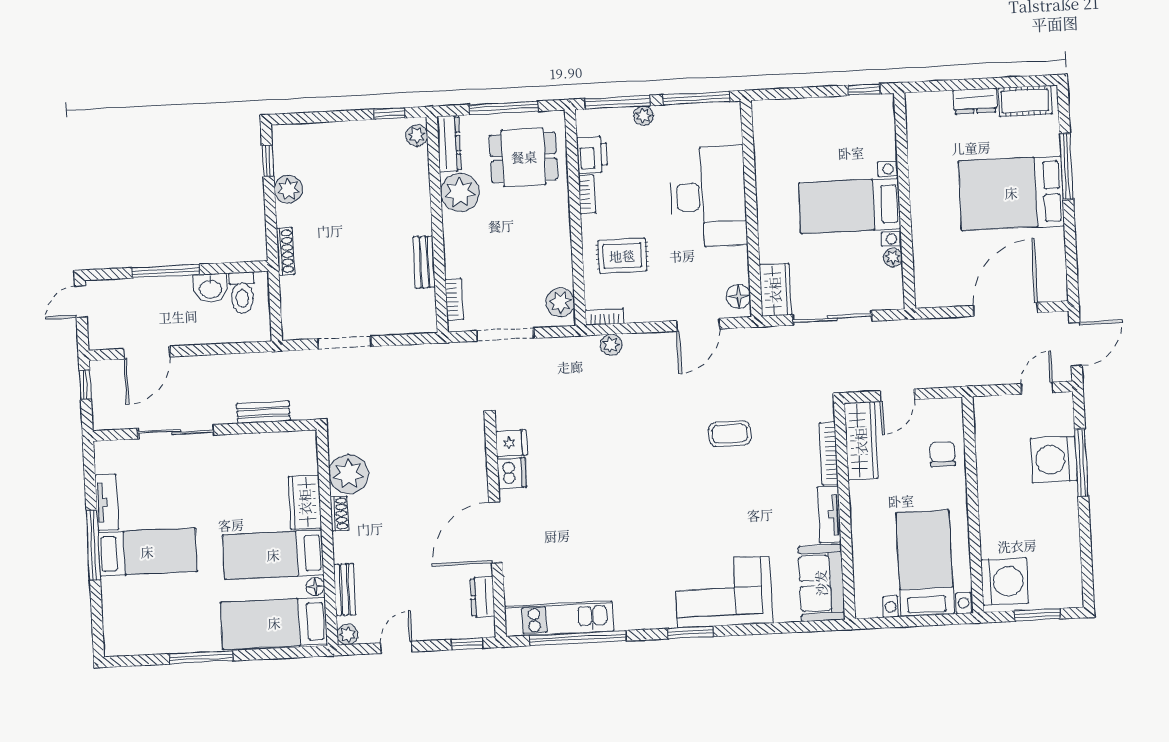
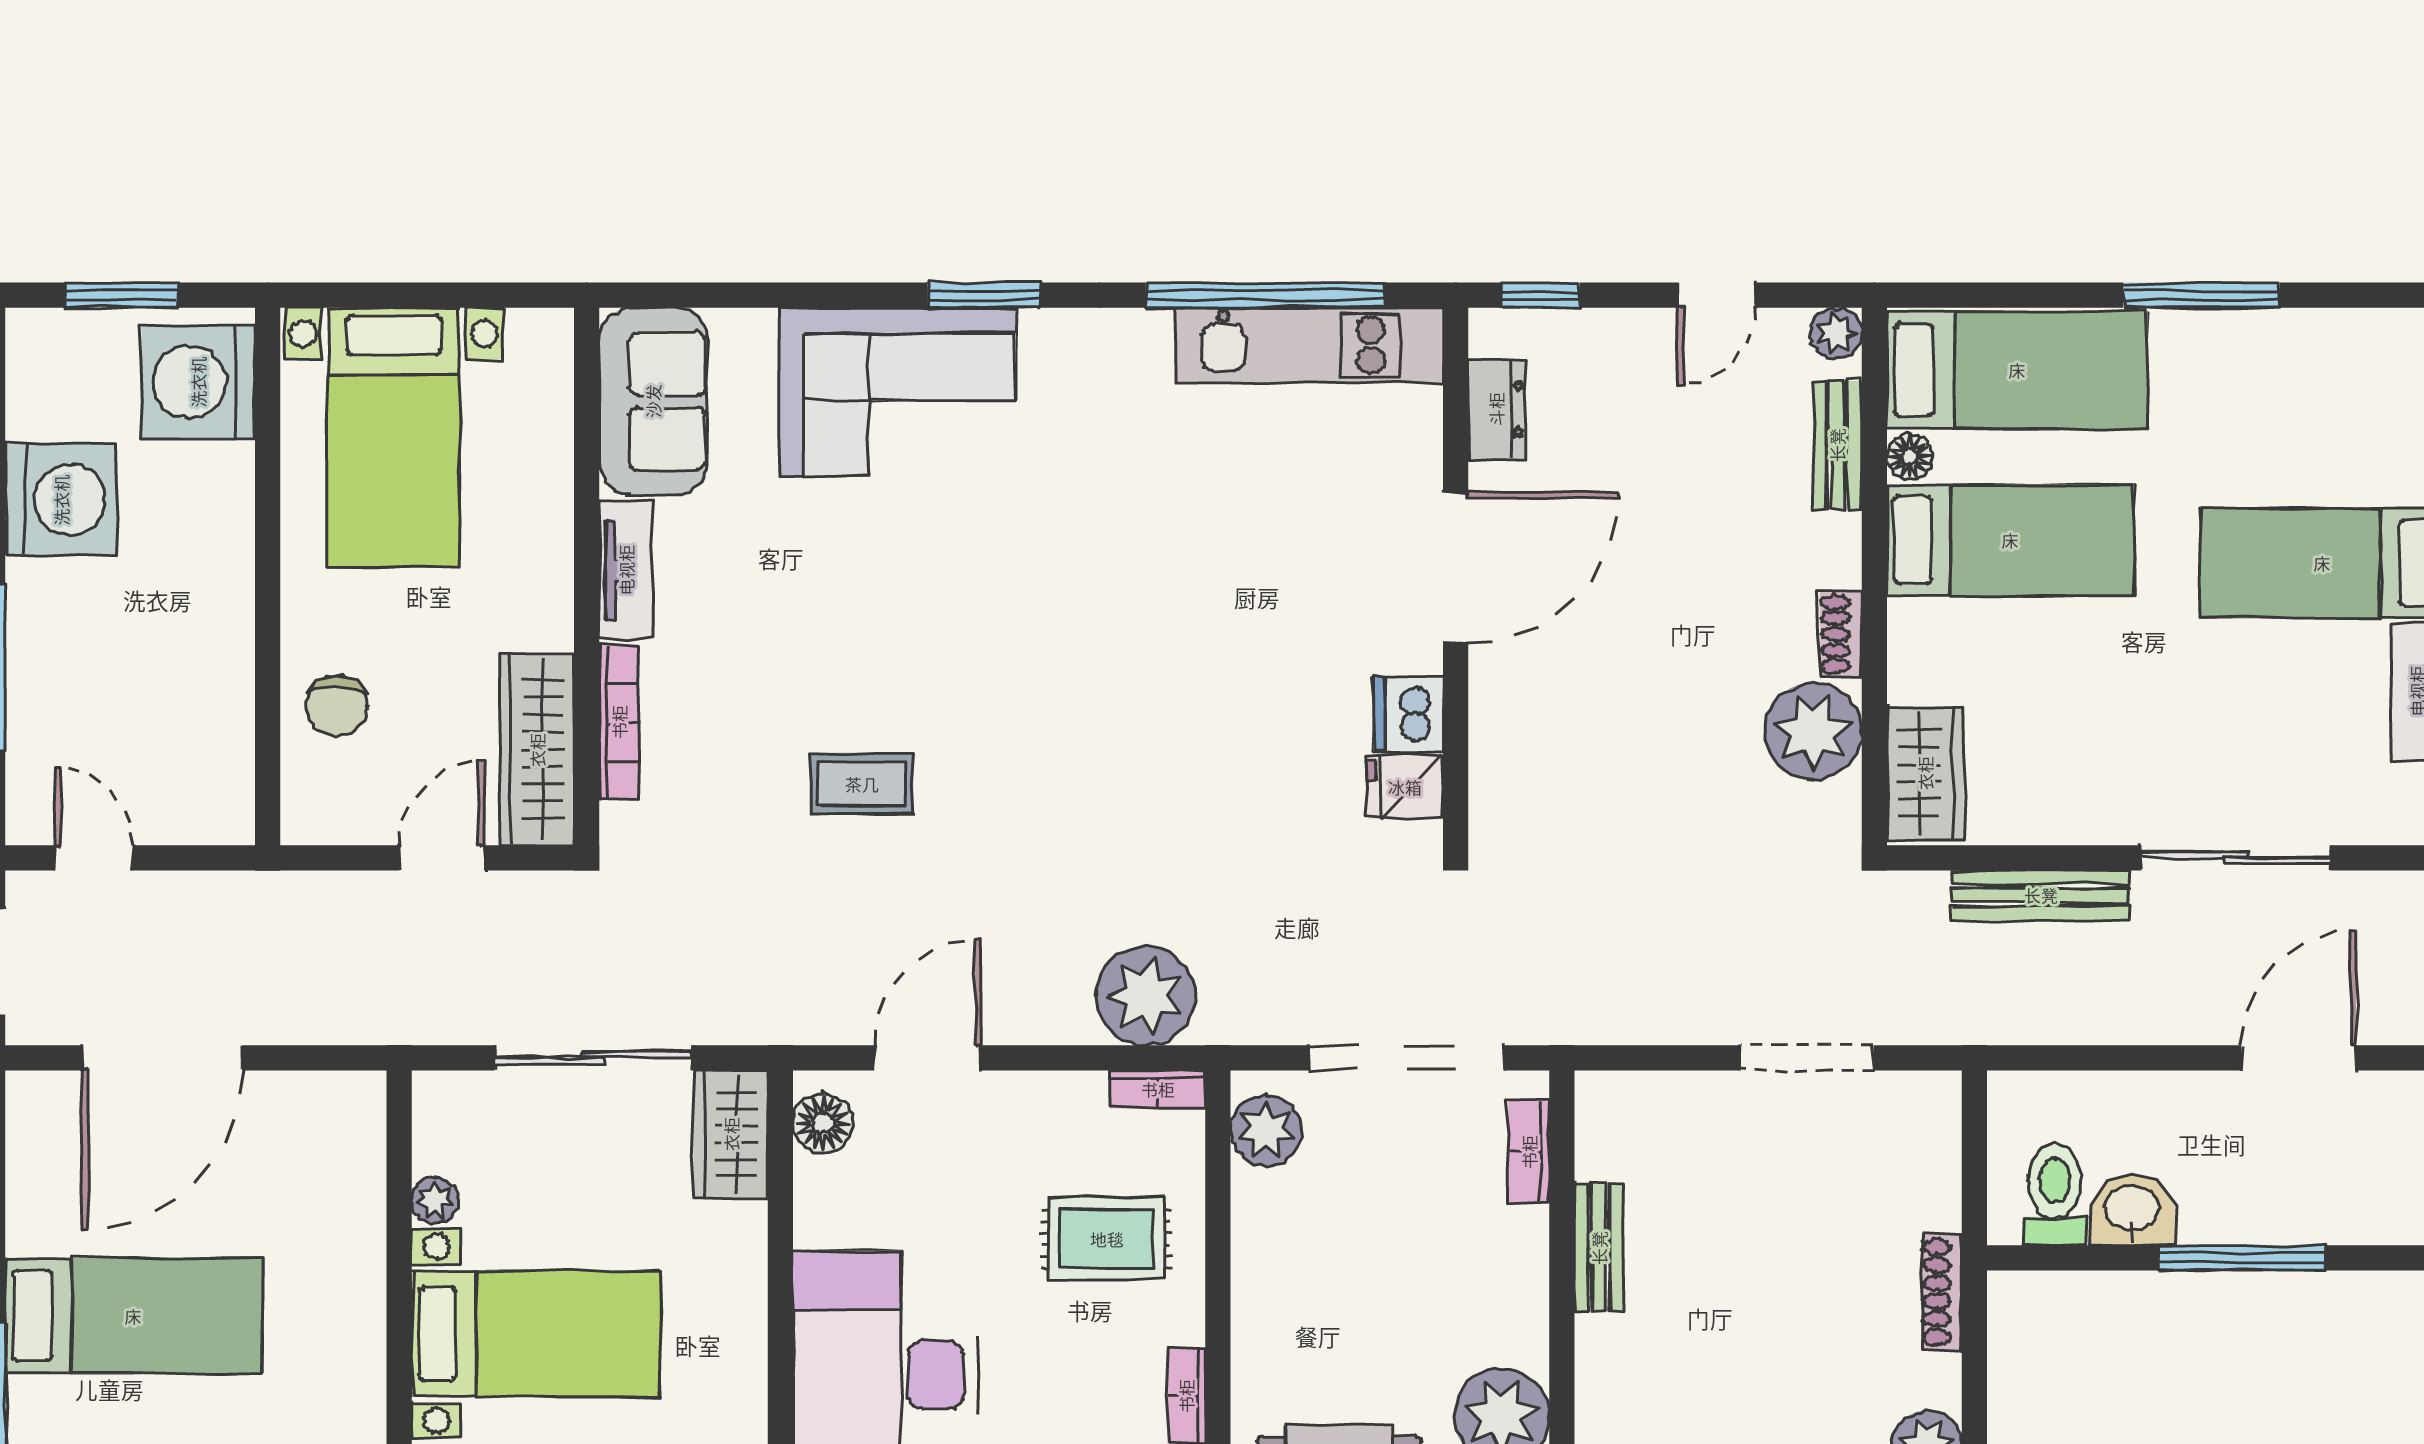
bed: (1011, 193) -> (133, 1316), width x0.67
doorway: (505, 335) -> (1407, 1058), width x1.36
plant: (611, 345) -> (1146, 996), width x1.87, depth x1.87
door: (1037, 388) -> (94, 858), swing flipped
bench: (263, 412) -> (2041, 895), width x1.36
washing machine: (1054, 460) -> (61, 500), moved
wardrobe: (305, 502) -> (1925, 773), moved

